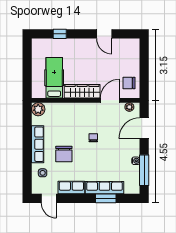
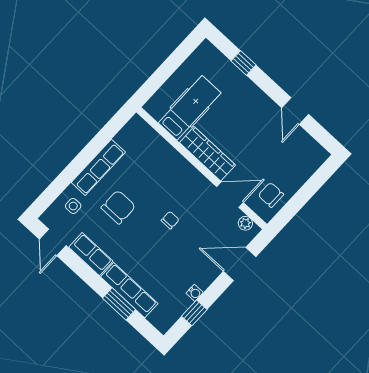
plant: (38, 109) -> (137, 127), removed
chair: (64, 154) -> (118, 207), turned 180
window: (144, 170) -> (194, 313), width x0.46

